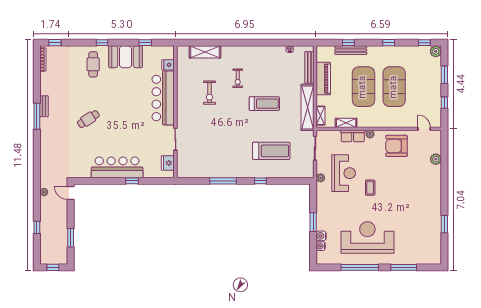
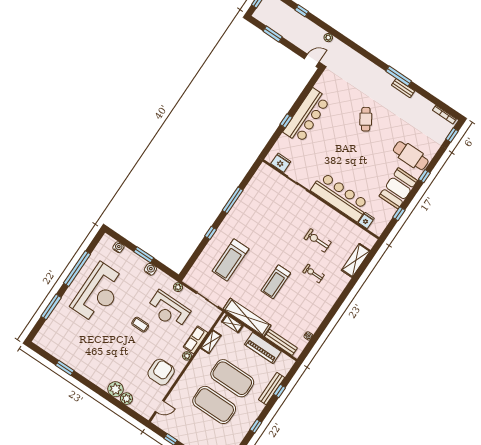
cafe table: (93, 64) -> (411, 156), width x1.37, depth x1.35
plant: (434, 173) -> (115, 389), added
water cooler: (321, 236) -> (150, 269), moved

